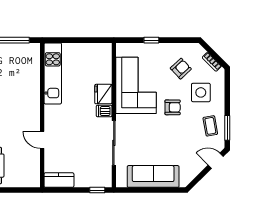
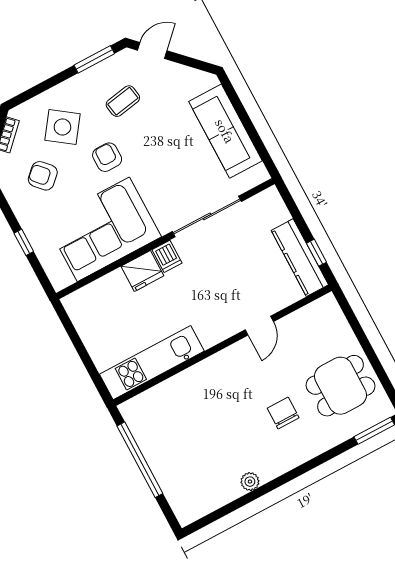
side table: (201, 92) -> (62, 127), turned 36
coffee table: (210, 126) -> (123, 101), moved
door: (216, 161) -> (152, 50), swing flipped
kitchen counter: (59, 180) -> (300, 258), width x1.50
window: (97, 190) -> (316, 253), moved

